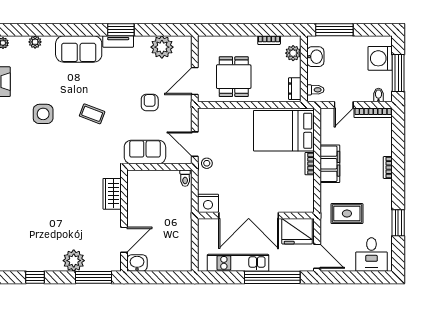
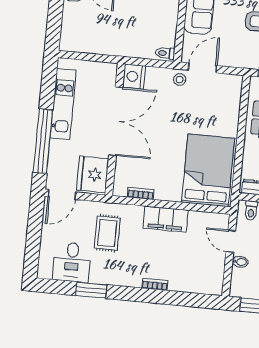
bidet: (378, 95) -> (240, 262), moved
bookcase: (373, 113) -> (219, 274), removed
bookcase: (310, 164) -> (141, 193), moved
double door: (249, 215) -> (116, 121), swing flipped
desk: (371, 255) -> (72, 262), moved, turned -90

